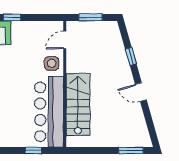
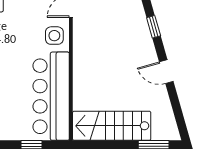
stairs: (78, 105) -> (112, 126), moved, turned -90

